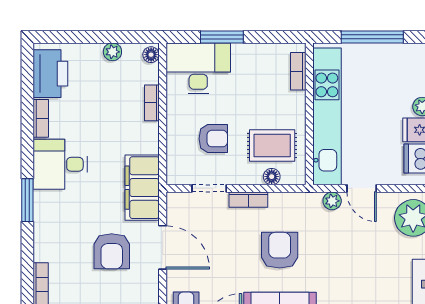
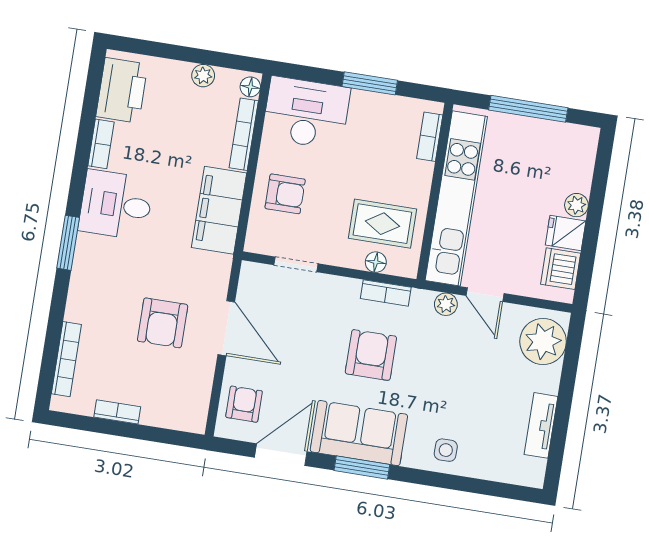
window: (222, 37) -> (370, 83), moved
bookcase: (152, 103) -> (244, 134), width x1.56
armchair: (213, 139) -> (285, 194), moved
filing cabinet: (142, 188) -> (219, 210), moved
bookcase: (248, 200) -> (386, 293), moved

